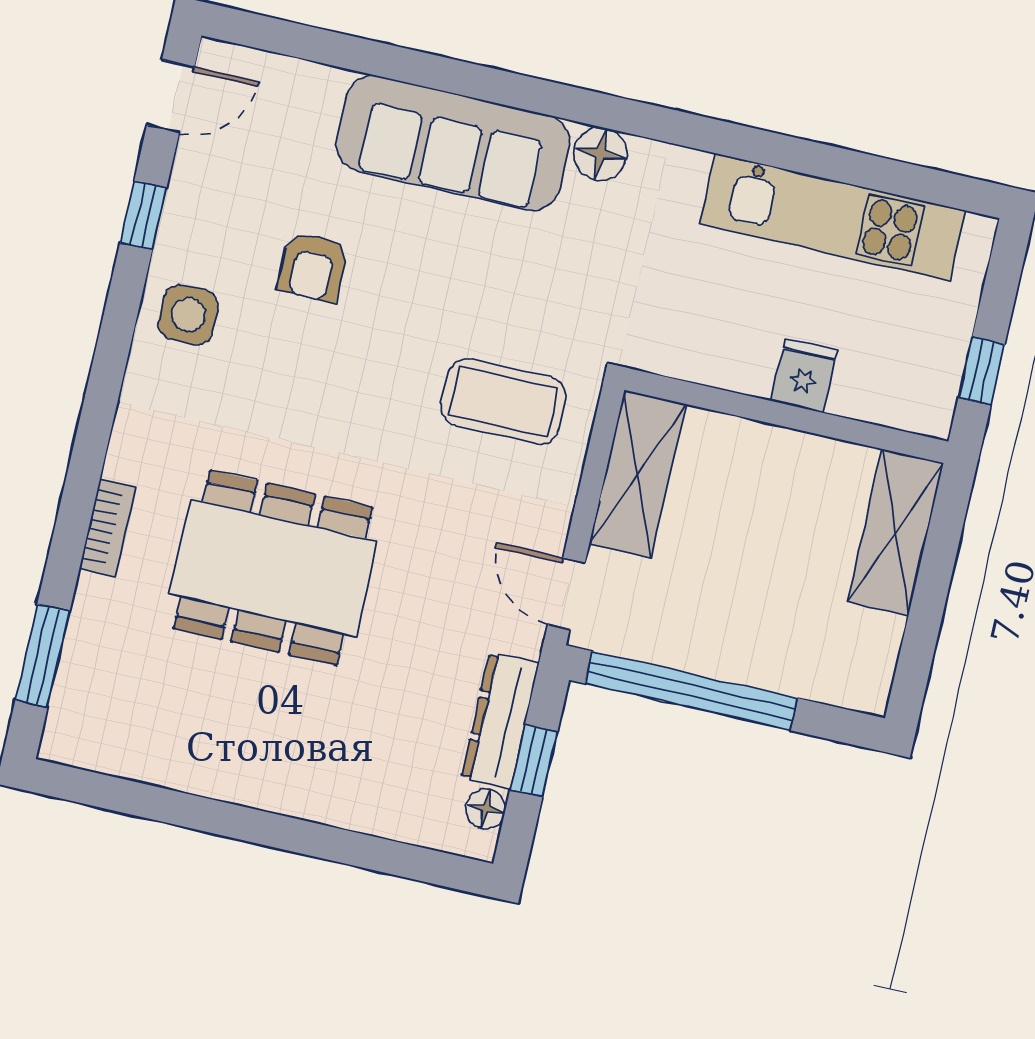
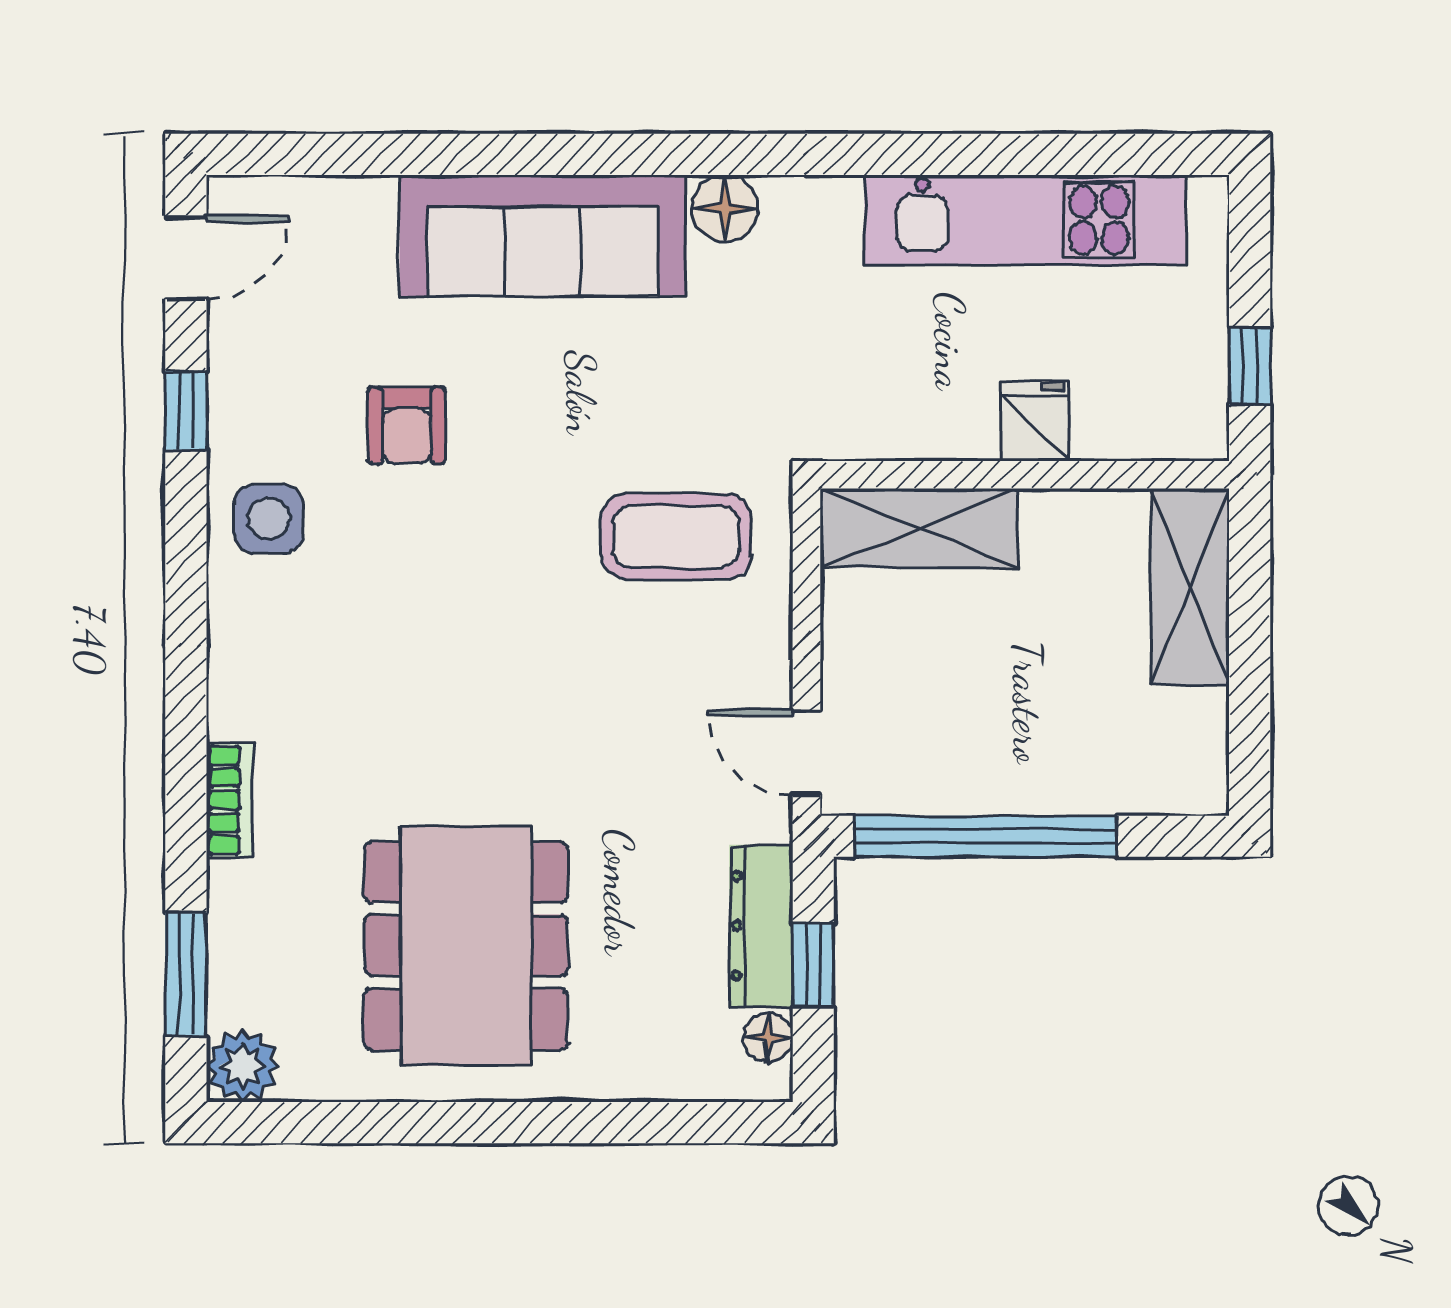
shelving: (637, 474) -> (919, 528), moved, turned 90
dining table: (273, 568) -> (466, 946), moved, turned 90
plant: (70, 737) -> (243, 1066), added

